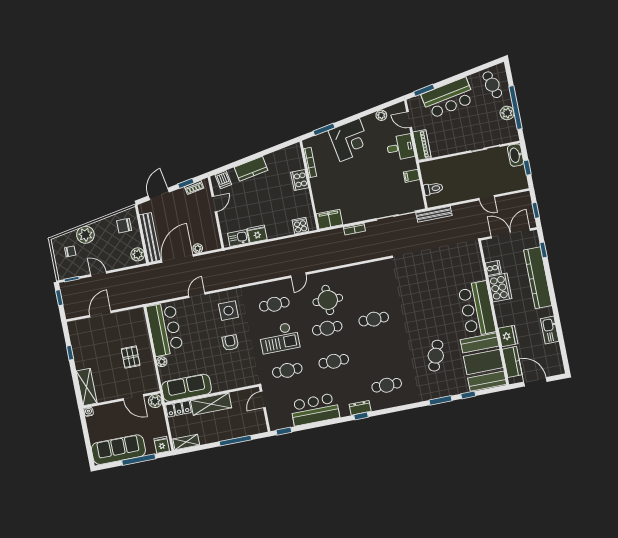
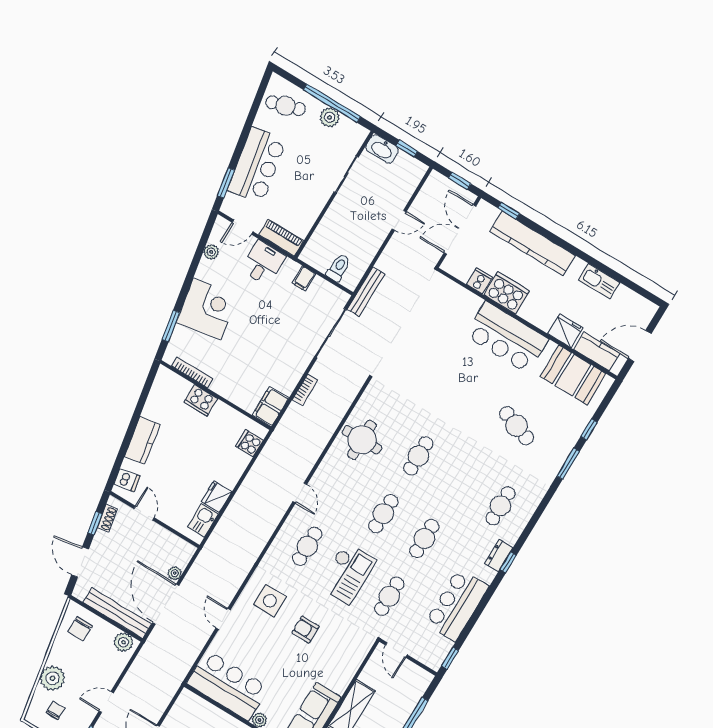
round table: (328, 300) -> (362, 440), moved
booth: (483, 362) -> (573, 375), width x0.73, depth x0.70

